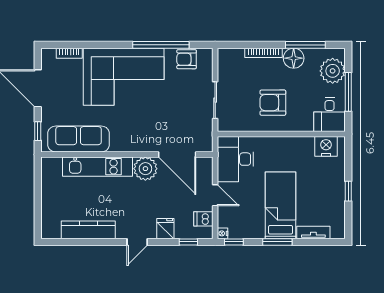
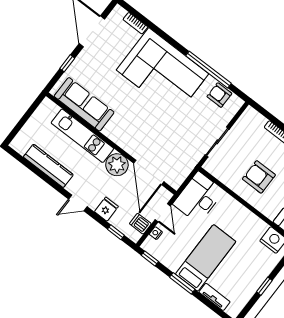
sofa: (79, 139) -> (84, 104), moved
wall: (127, 154) -> (111, 143), moved
door: (177, 154) -> (149, 172), moved
kitchen unit: (97, 167) -> (82, 136), moved
plant: (145, 169) -> (117, 165), moved
nightstand: (223, 233) -> (156, 233), moved

